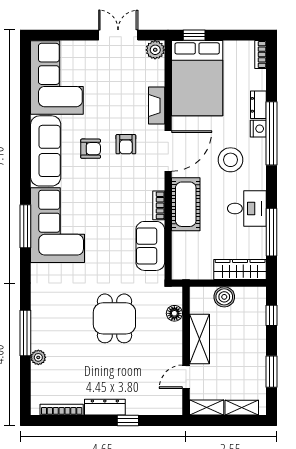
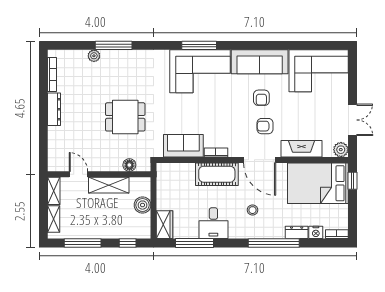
fireplace: (157, 106) -> (302, 149), width x1.37, depth x1.32
nightstand: (258, 129) -> (316, 232), moved
stool: (231, 160) -> (252, 210), width x0.53, depth x0.53
wardrobe: (240, 269) -> (165, 225), width x0.67
window: (272, 372) -> (83, 243), width x1.44
window: (128, 420) -> (43, 128), removed

